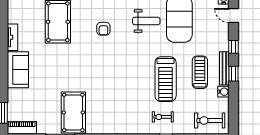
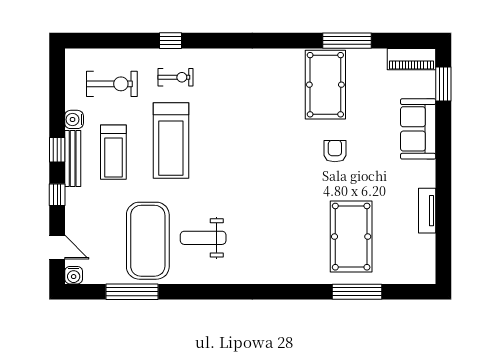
armchair: (103, 29) -> (335, 151), moved
sofa: (18, 70) -> (418, 129), moved
treadmill: (166, 79) -> (171, 141), turned 180
exercise bike: (210, 121) -> (112, 84), moved

